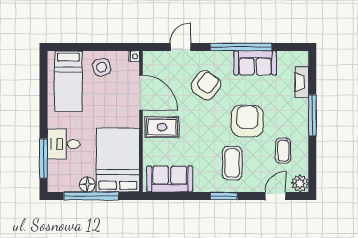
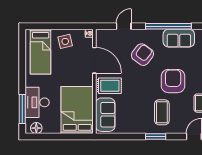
desk: (64, 144) -> (37, 102), width x1.37
sofa: (170, 179) -> (105, 115), moved, turned 90
floor lamp: (87, 184) -> (36, 128), moved
window: (91, 196) -> (58, 137), removed

